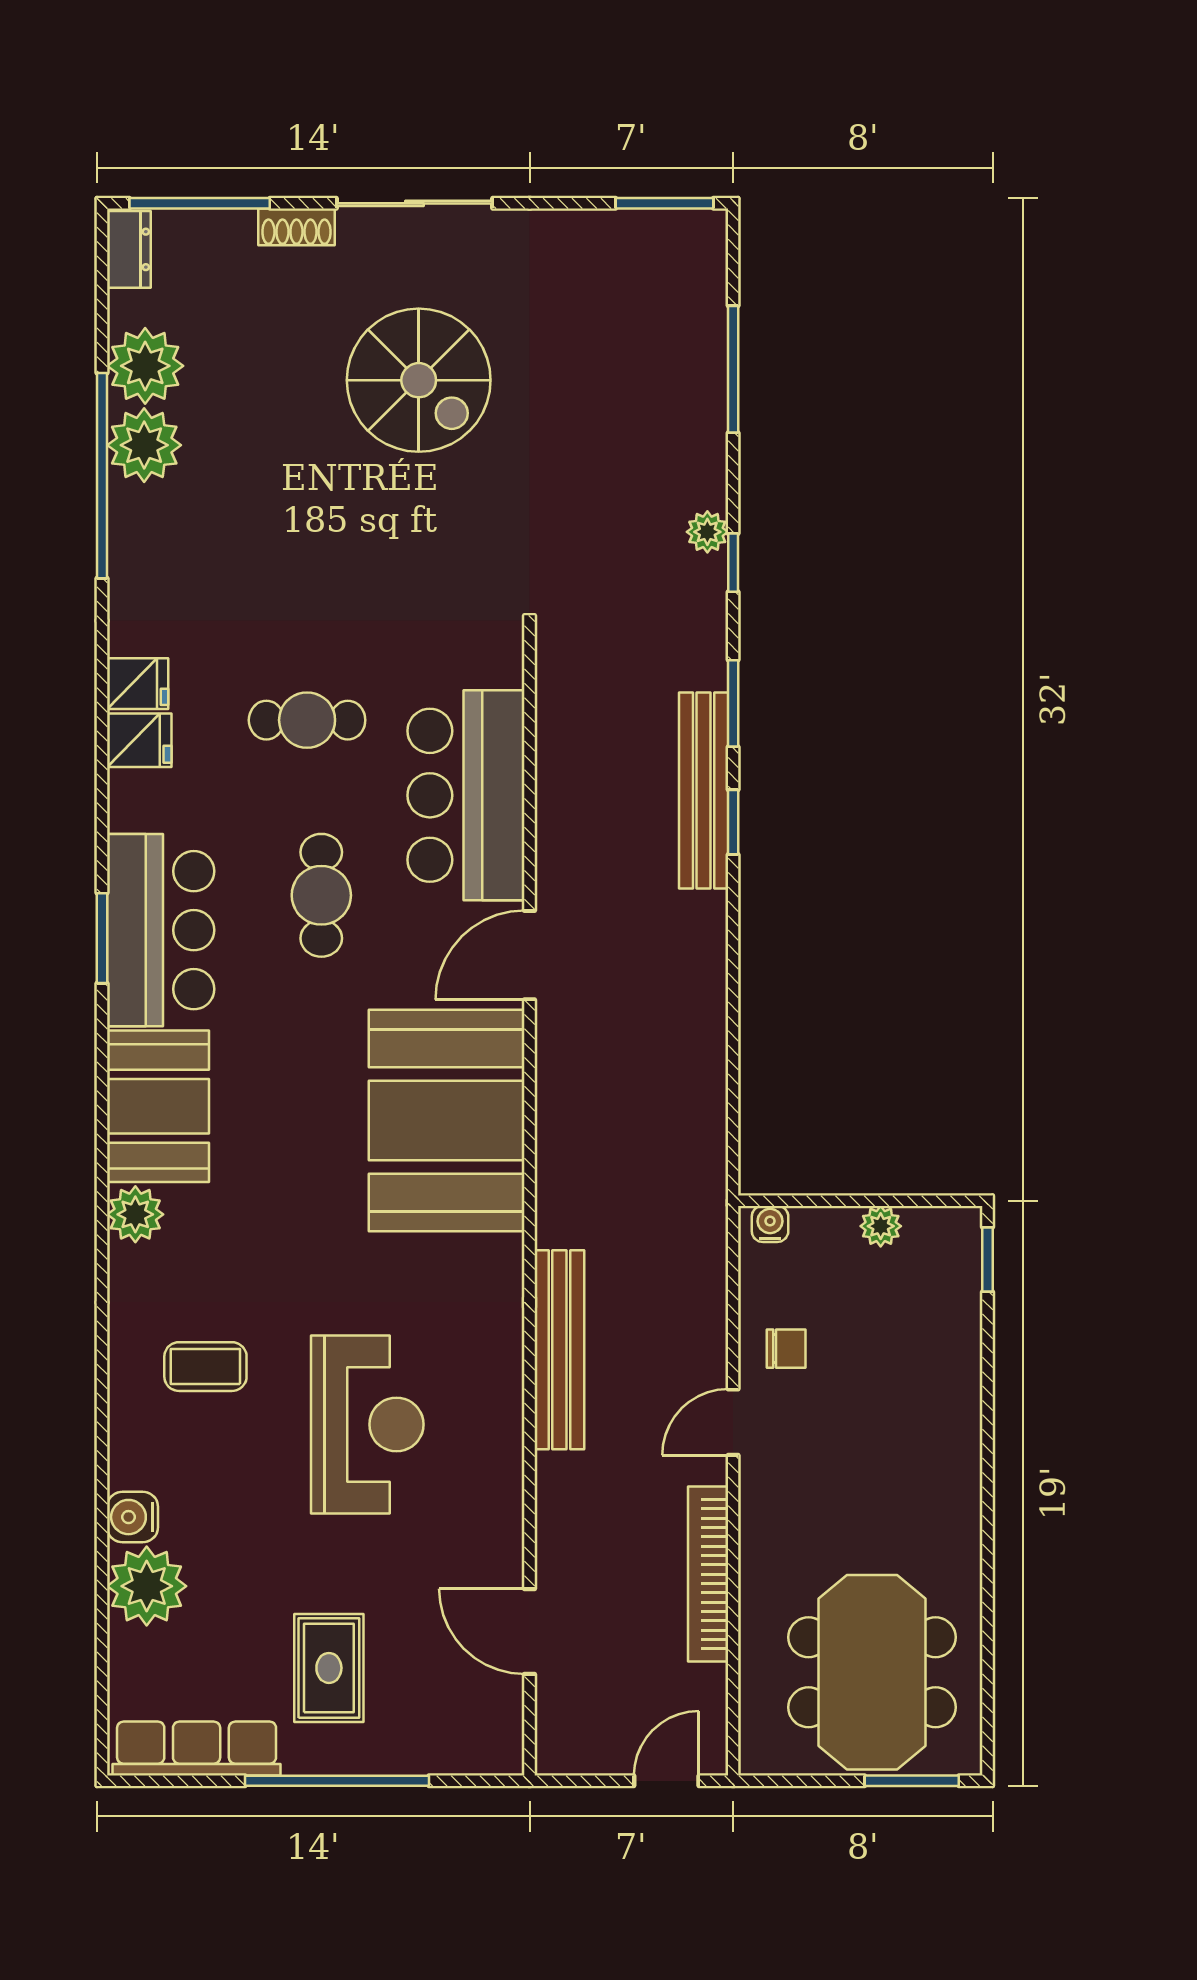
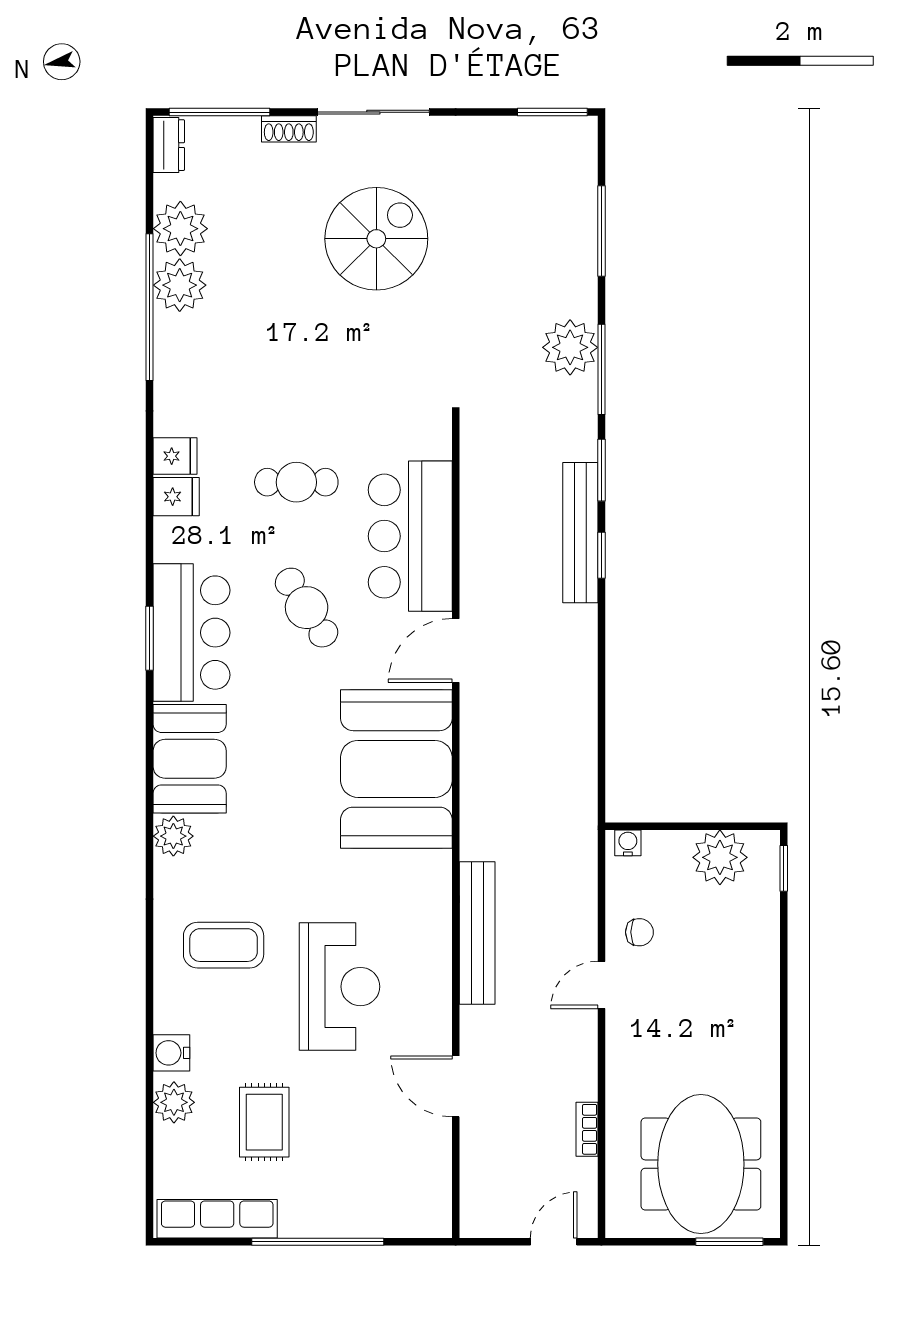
spiral stairs: (419, 380) -> (376, 239), turned -90
plant: (707, 532) -> (570, 347), width x1.88, depth x1.88
window: (733, 563) -> (601, 369), width x2.17
cafe table: (321, 895) -> (307, 608), turned -33
plant: (881, 1226) -> (720, 857), width x1.87, depth x1.87
coffee table: (205, 1367) -> (224, 945), width x1.36, depth x1.30
bookcase: (708, 1574) -> (587, 1129), width x0.43, depth x0.76
plant: (147, 1586) -> (174, 1102), width x0.73, depth x0.73
door: (530, 1631) -> (456, 1086), moved
rug: (329, 1668) -> (264, 1122), moved

